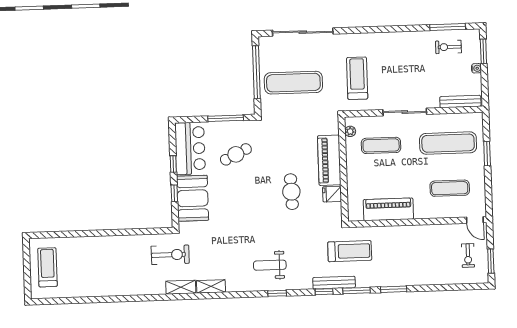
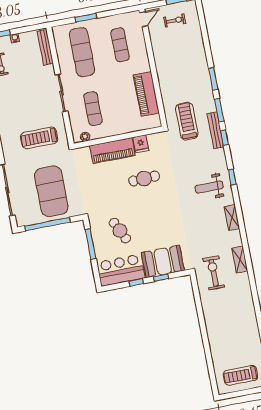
exercise mat: (293, 83) -> (51, 191), width x1.47
weight bench: (270, 265) -> (209, 187), turned 90
shelving: (211, 286) -> (232, 218), moved

